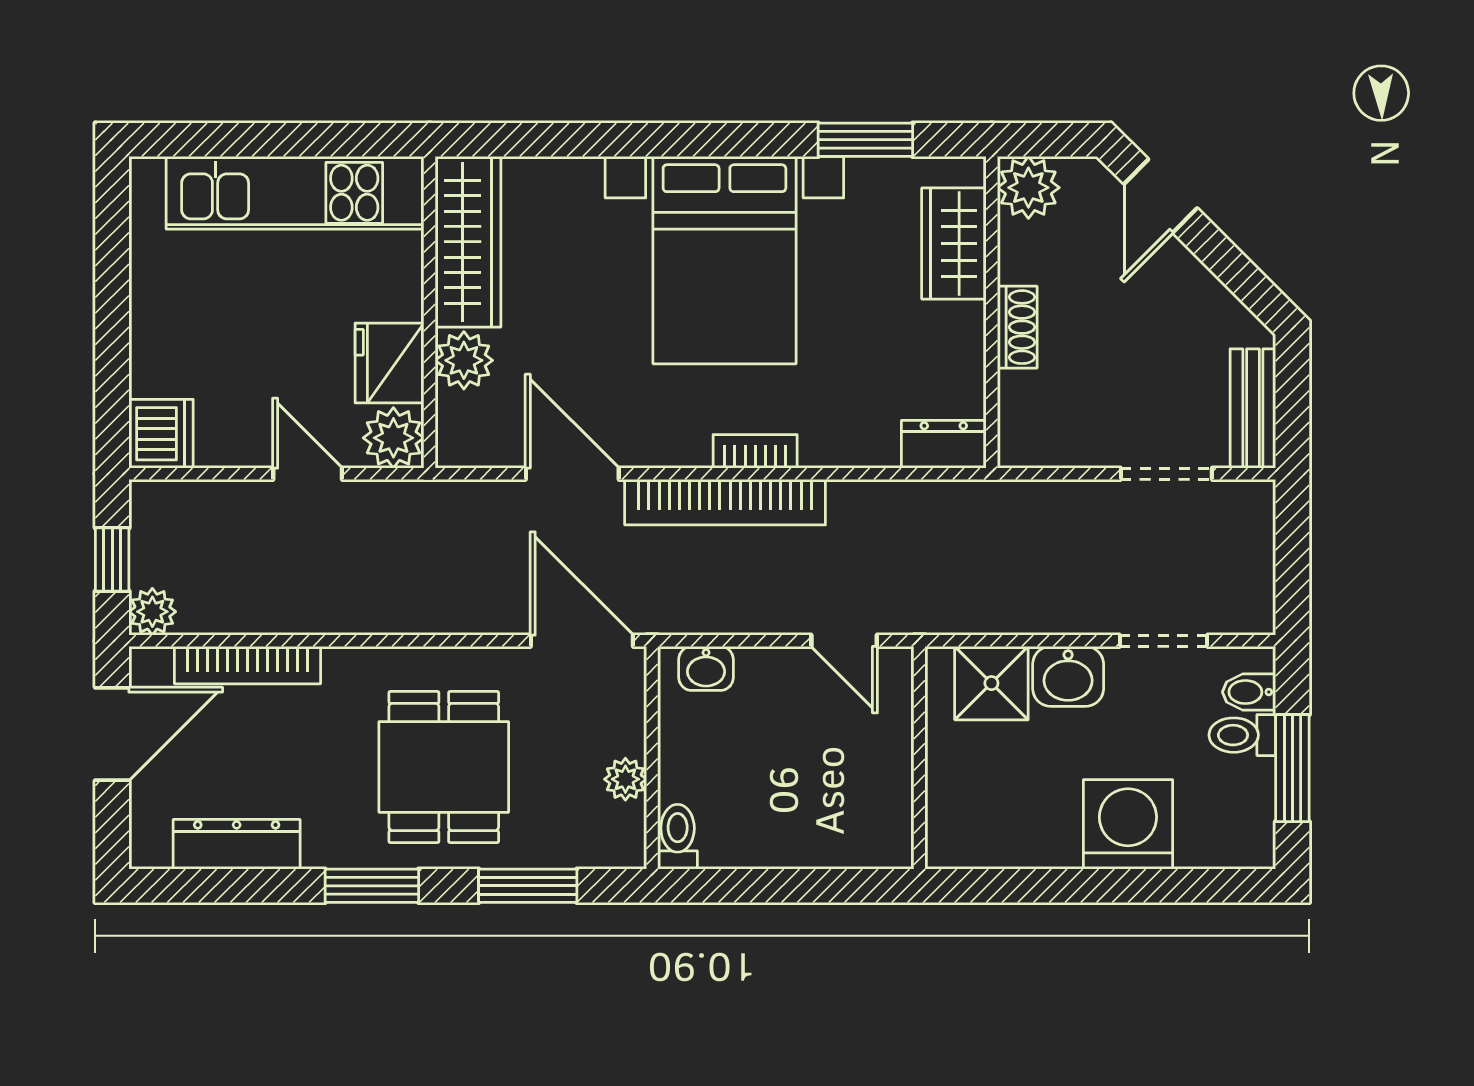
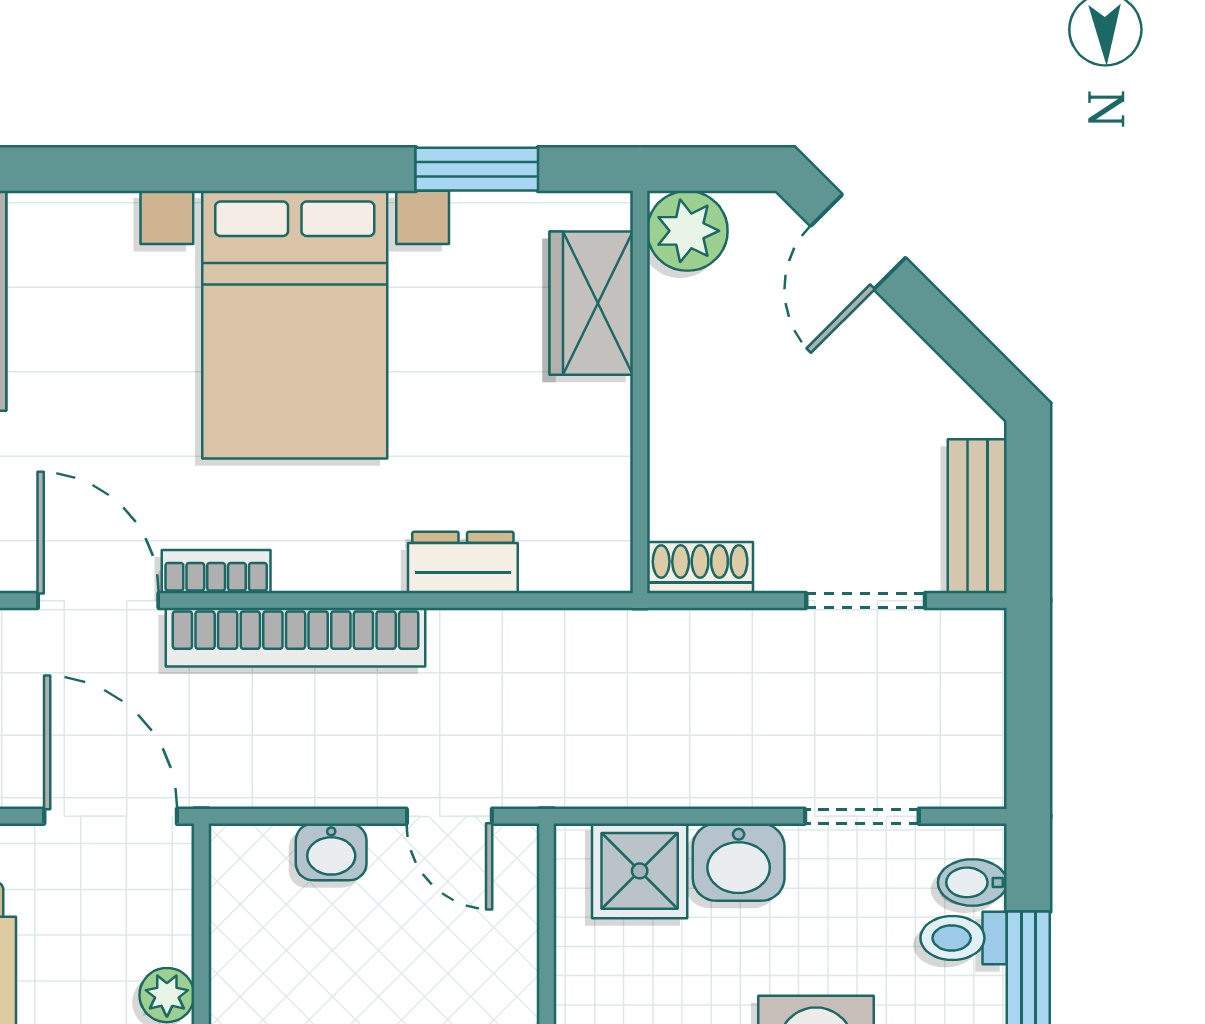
shoe rack: (1017, 327) -> (700, 568), moved, turned -90
dresser: (944, 444) -> (463, 563), moved
bookcase: (755, 451) -> (216, 572), moved
washbasin: (706, 668) -> (331, 852), moved

